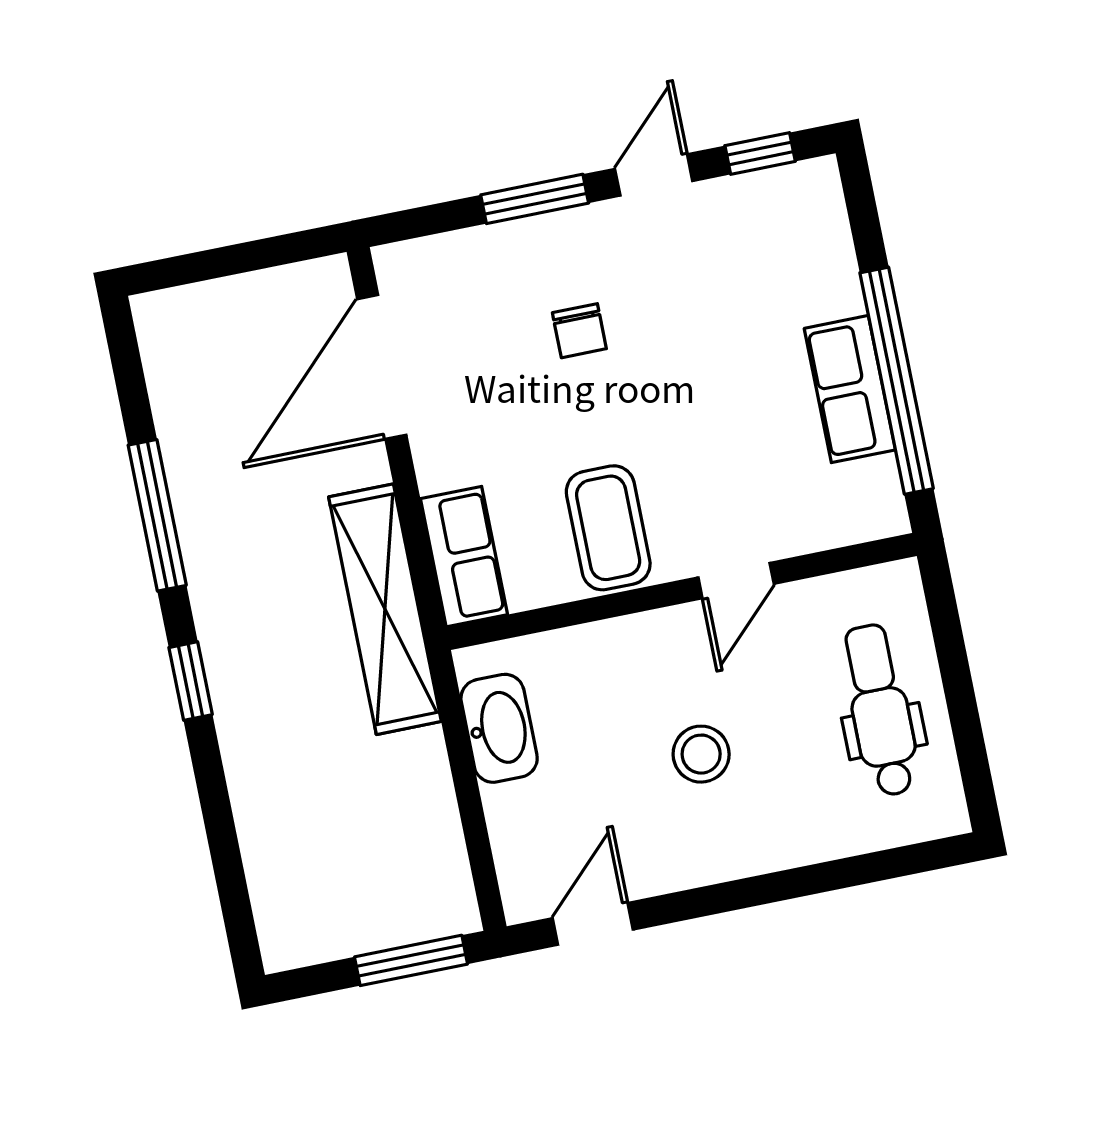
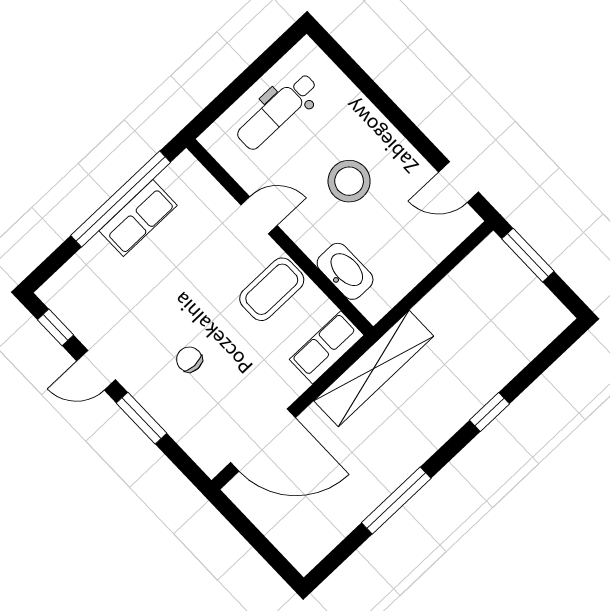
chair: (579, 331) -> (189, 359), turned -90
window: (191, 681) -> (490, 412), moved
washbasin: (499, 728) -> (345, 271), moved, turned 90
stool: (701, 754) -> (349, 181), width x1.38, depth x1.38

